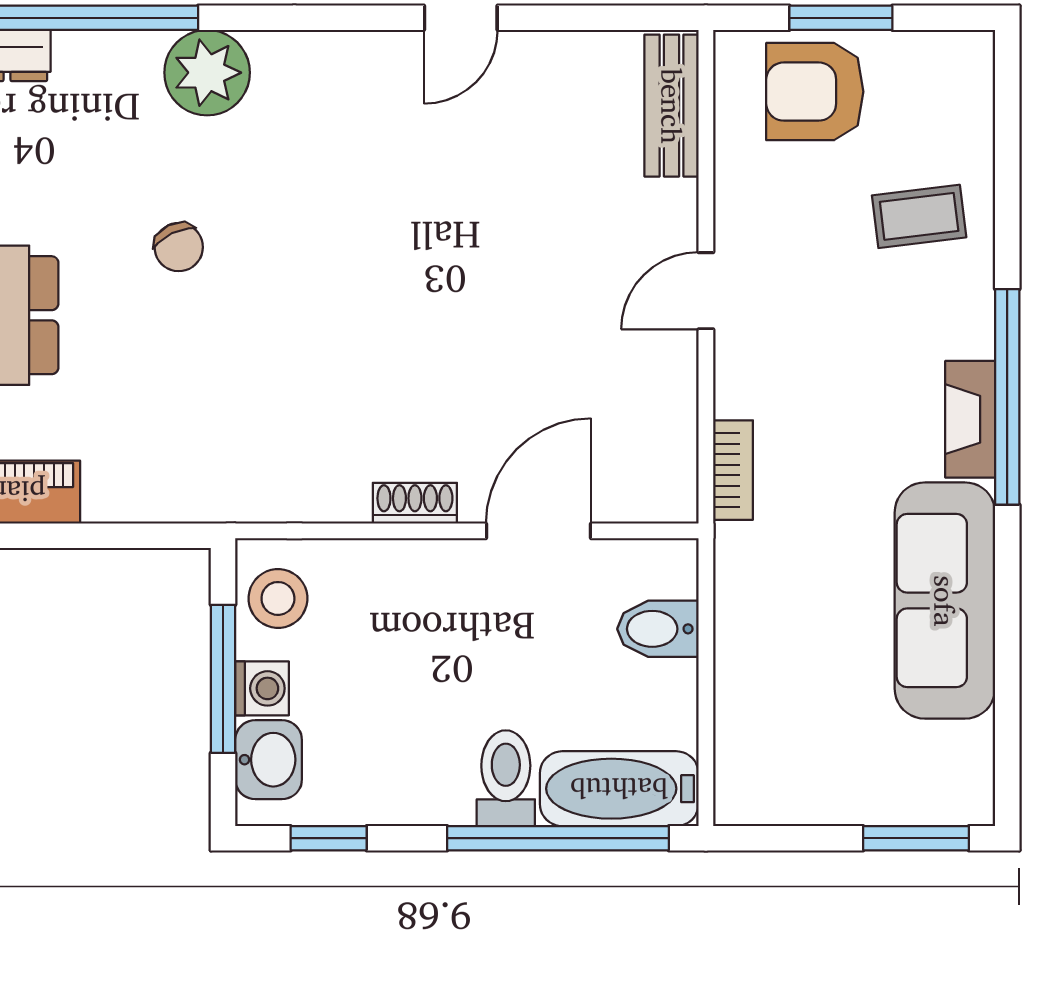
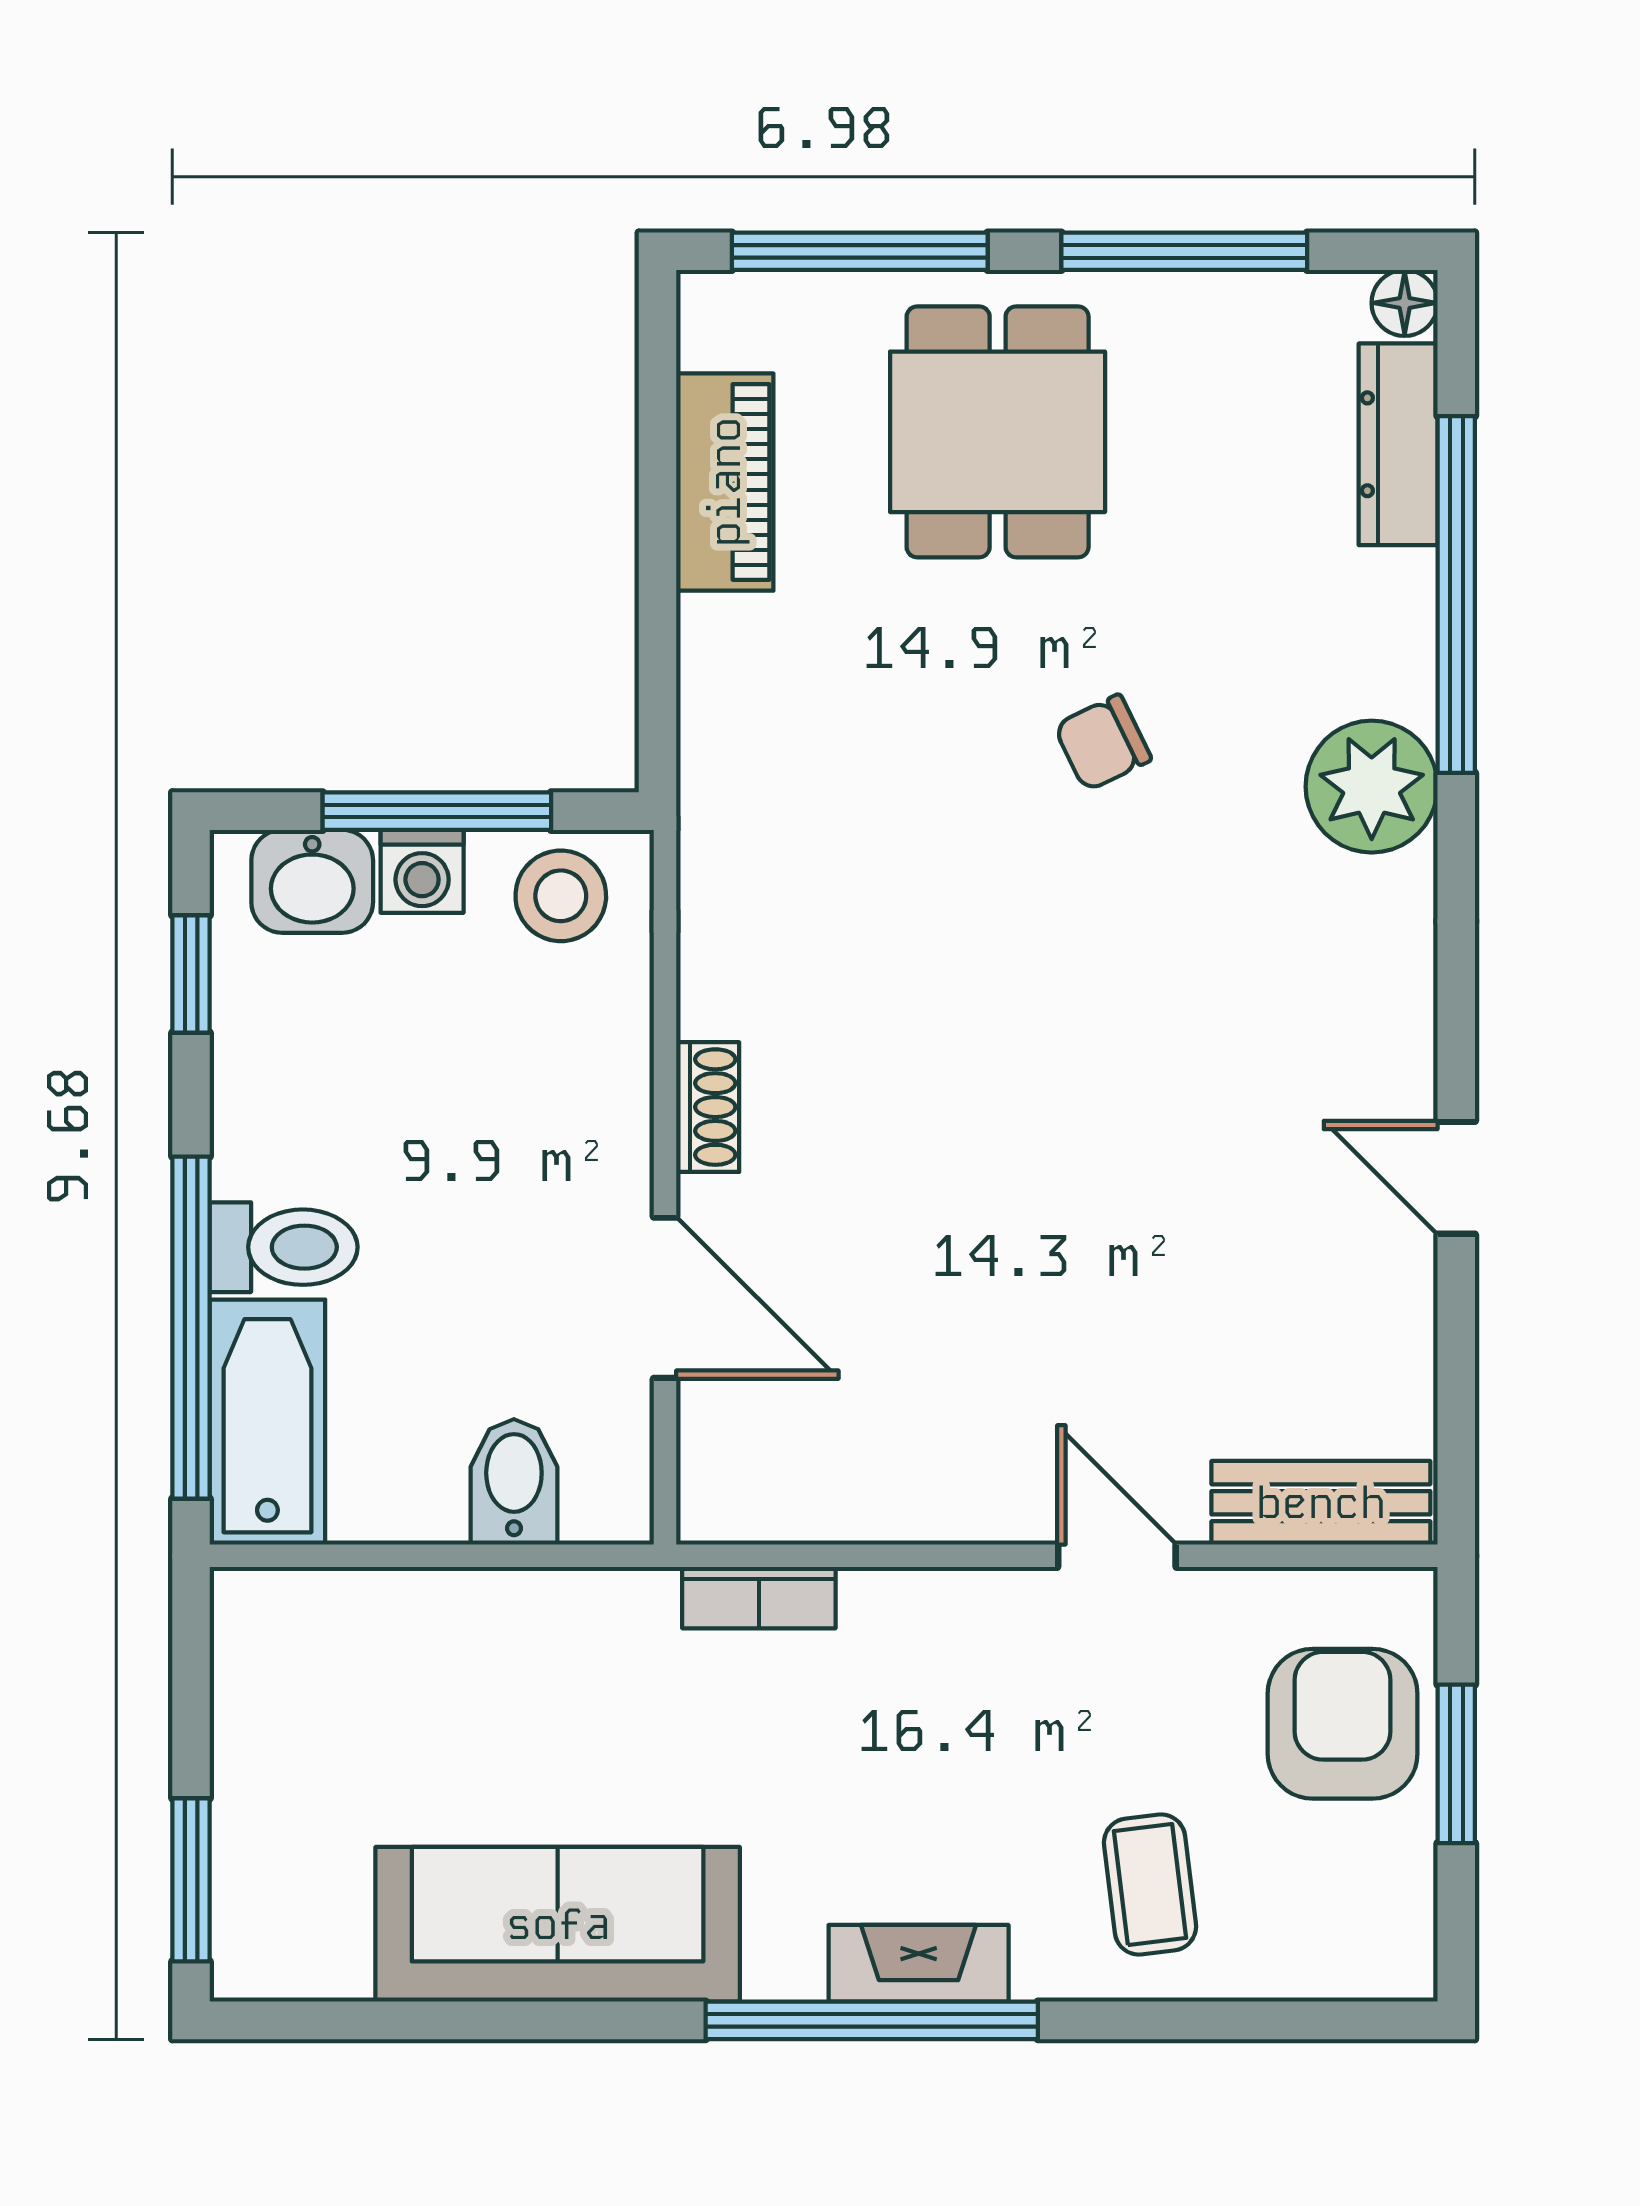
door: (706, 291) -> (1117, 1556), moved
fireplace: (970, 419) -> (919, 1963), moved

